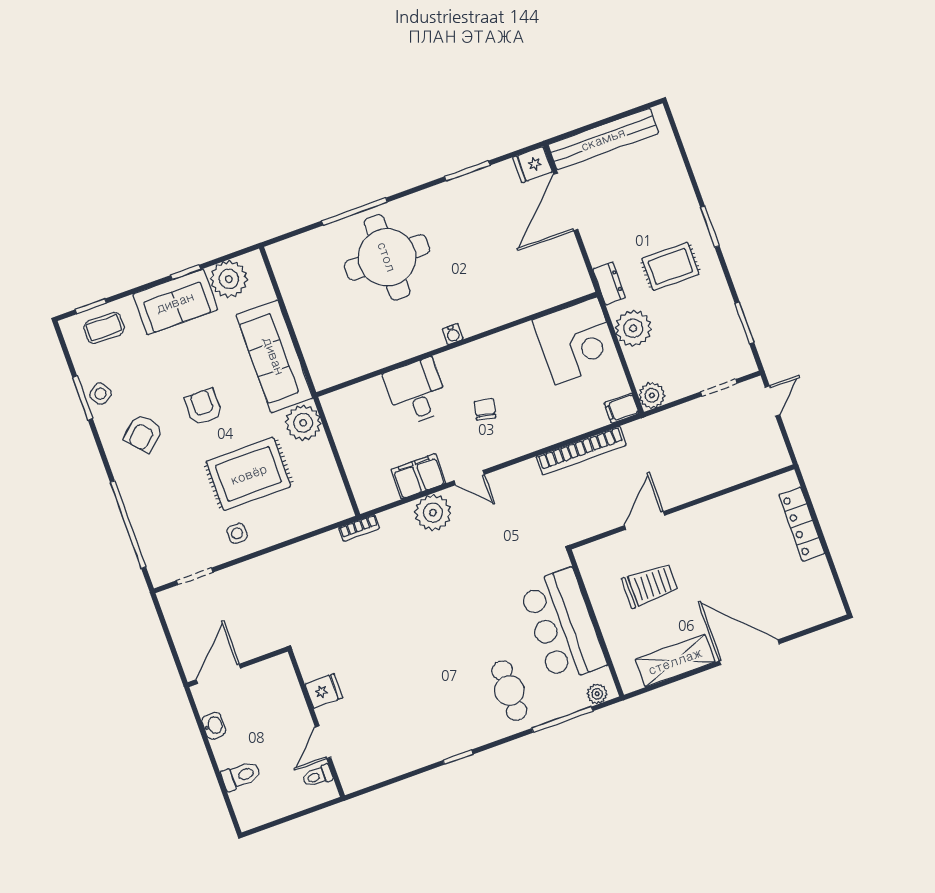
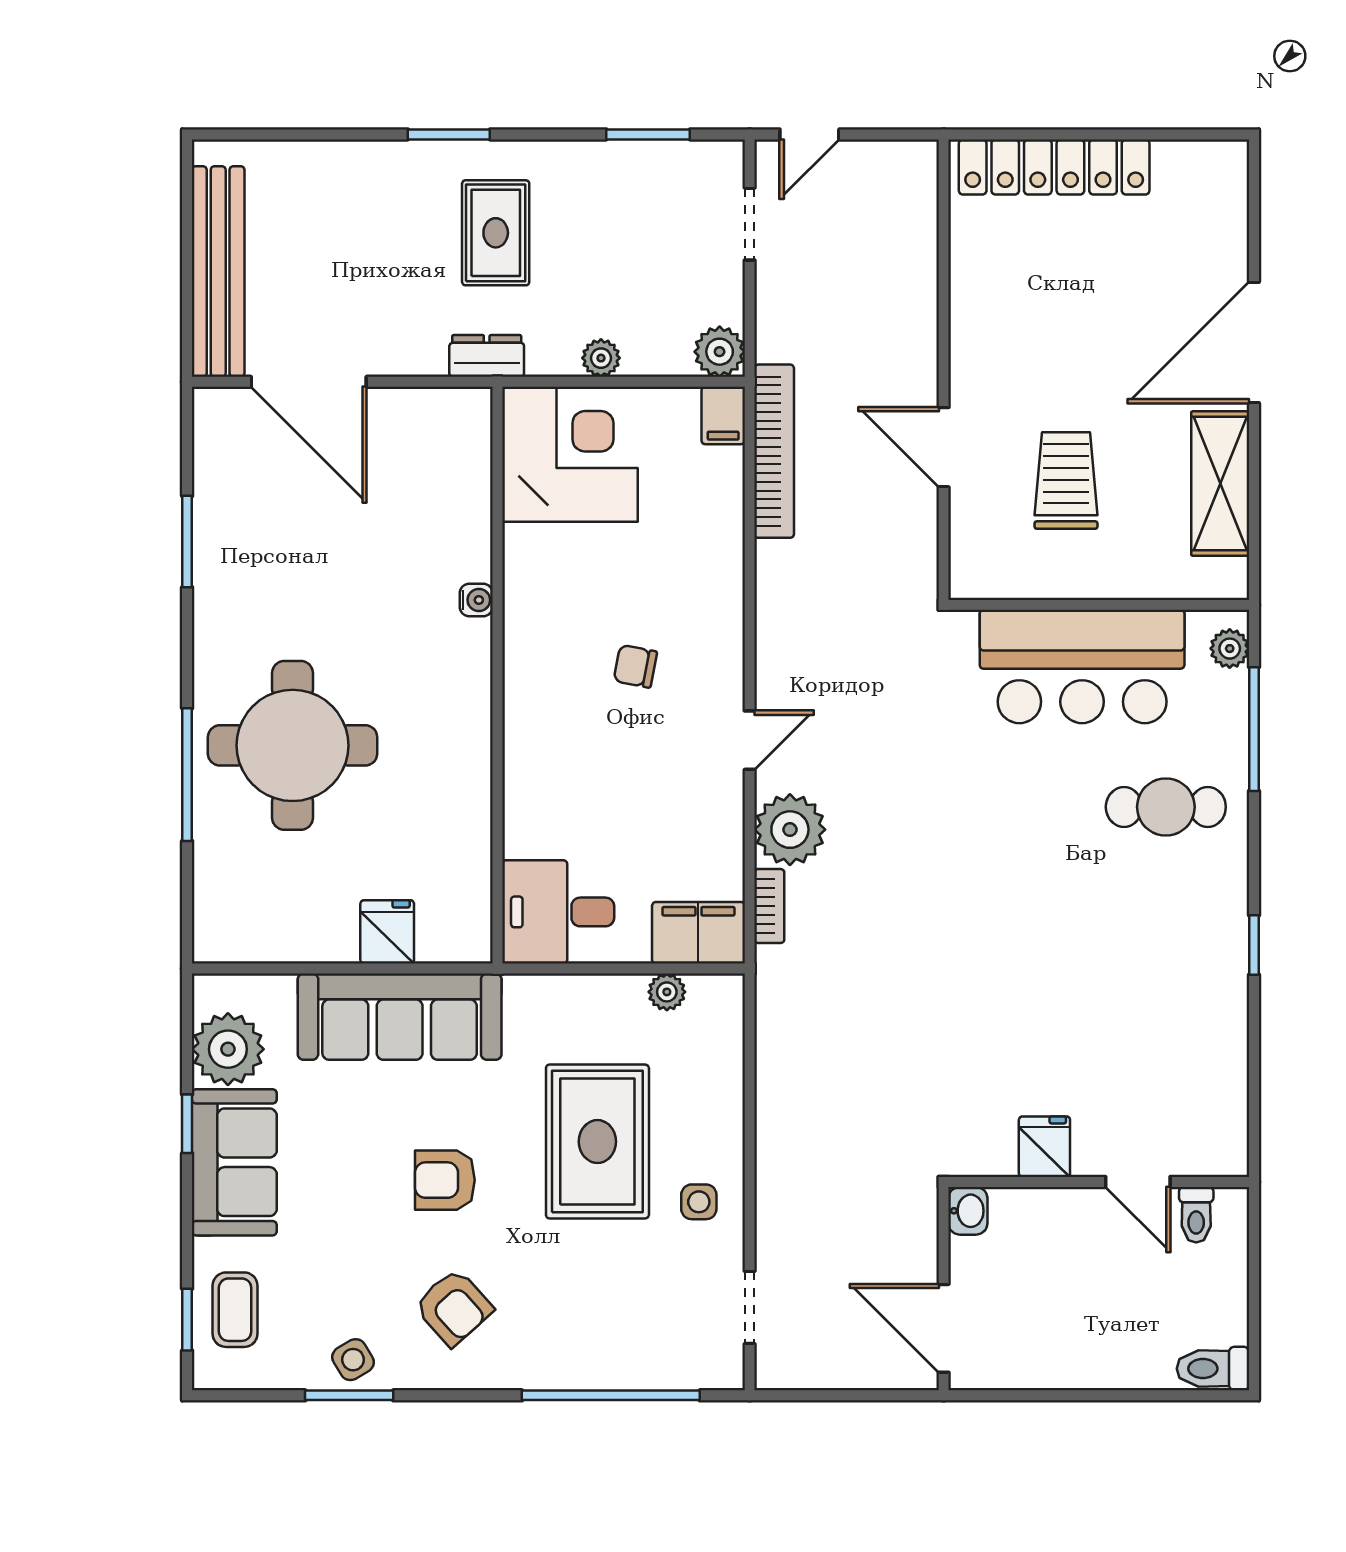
fridge: (532, 165) -> (387, 932), moved, turned 180
plant: (633, 328) -> (601, 358), width x0.53, depth x0.53
water cooler: (453, 334) -> (476, 600), moved
desk: (416, 392) -> (558, 912), moved
door: (773, 401) -> (809, 134), swing flipped
plant: (303, 423) -> (667, 992), moved, width x0.53, depth x0.53
bookcase: (581, 451) -> (774, 451), moved
filing cabinet: (418, 476) -> (698, 933), moved, turned 90
locker: (802, 524) -> (1054, 167), width x1.41, depth x1.21
bookcase: (359, 528) -> (769, 906), moved
washbasin: (214, 726) -> (968, 1211), moved, turned 90
toilet: (241, 776) -> (1213, 1369), moved, turned -90

